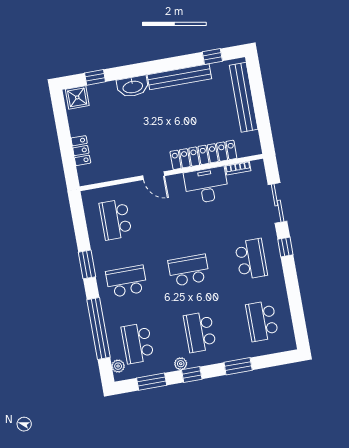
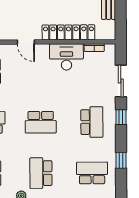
school desk: (189, 270) -> (41, 122), turned 180
window: (295, 299) -> (121, 160), added
school desk: (262, 321) -> (92, 173), turned 90

